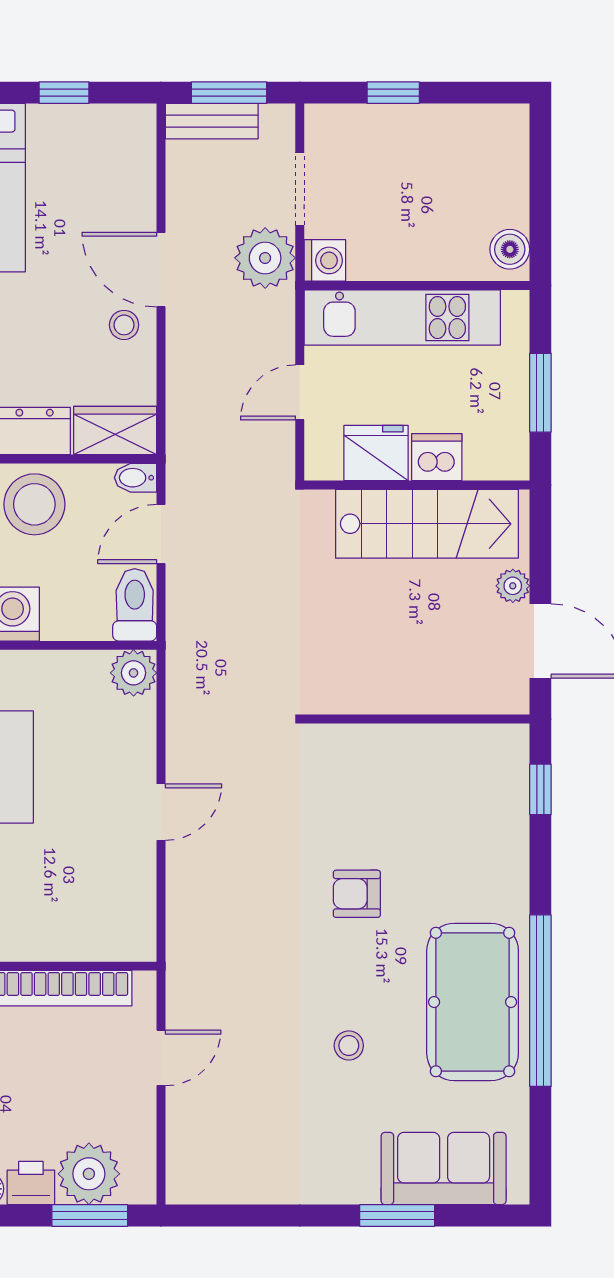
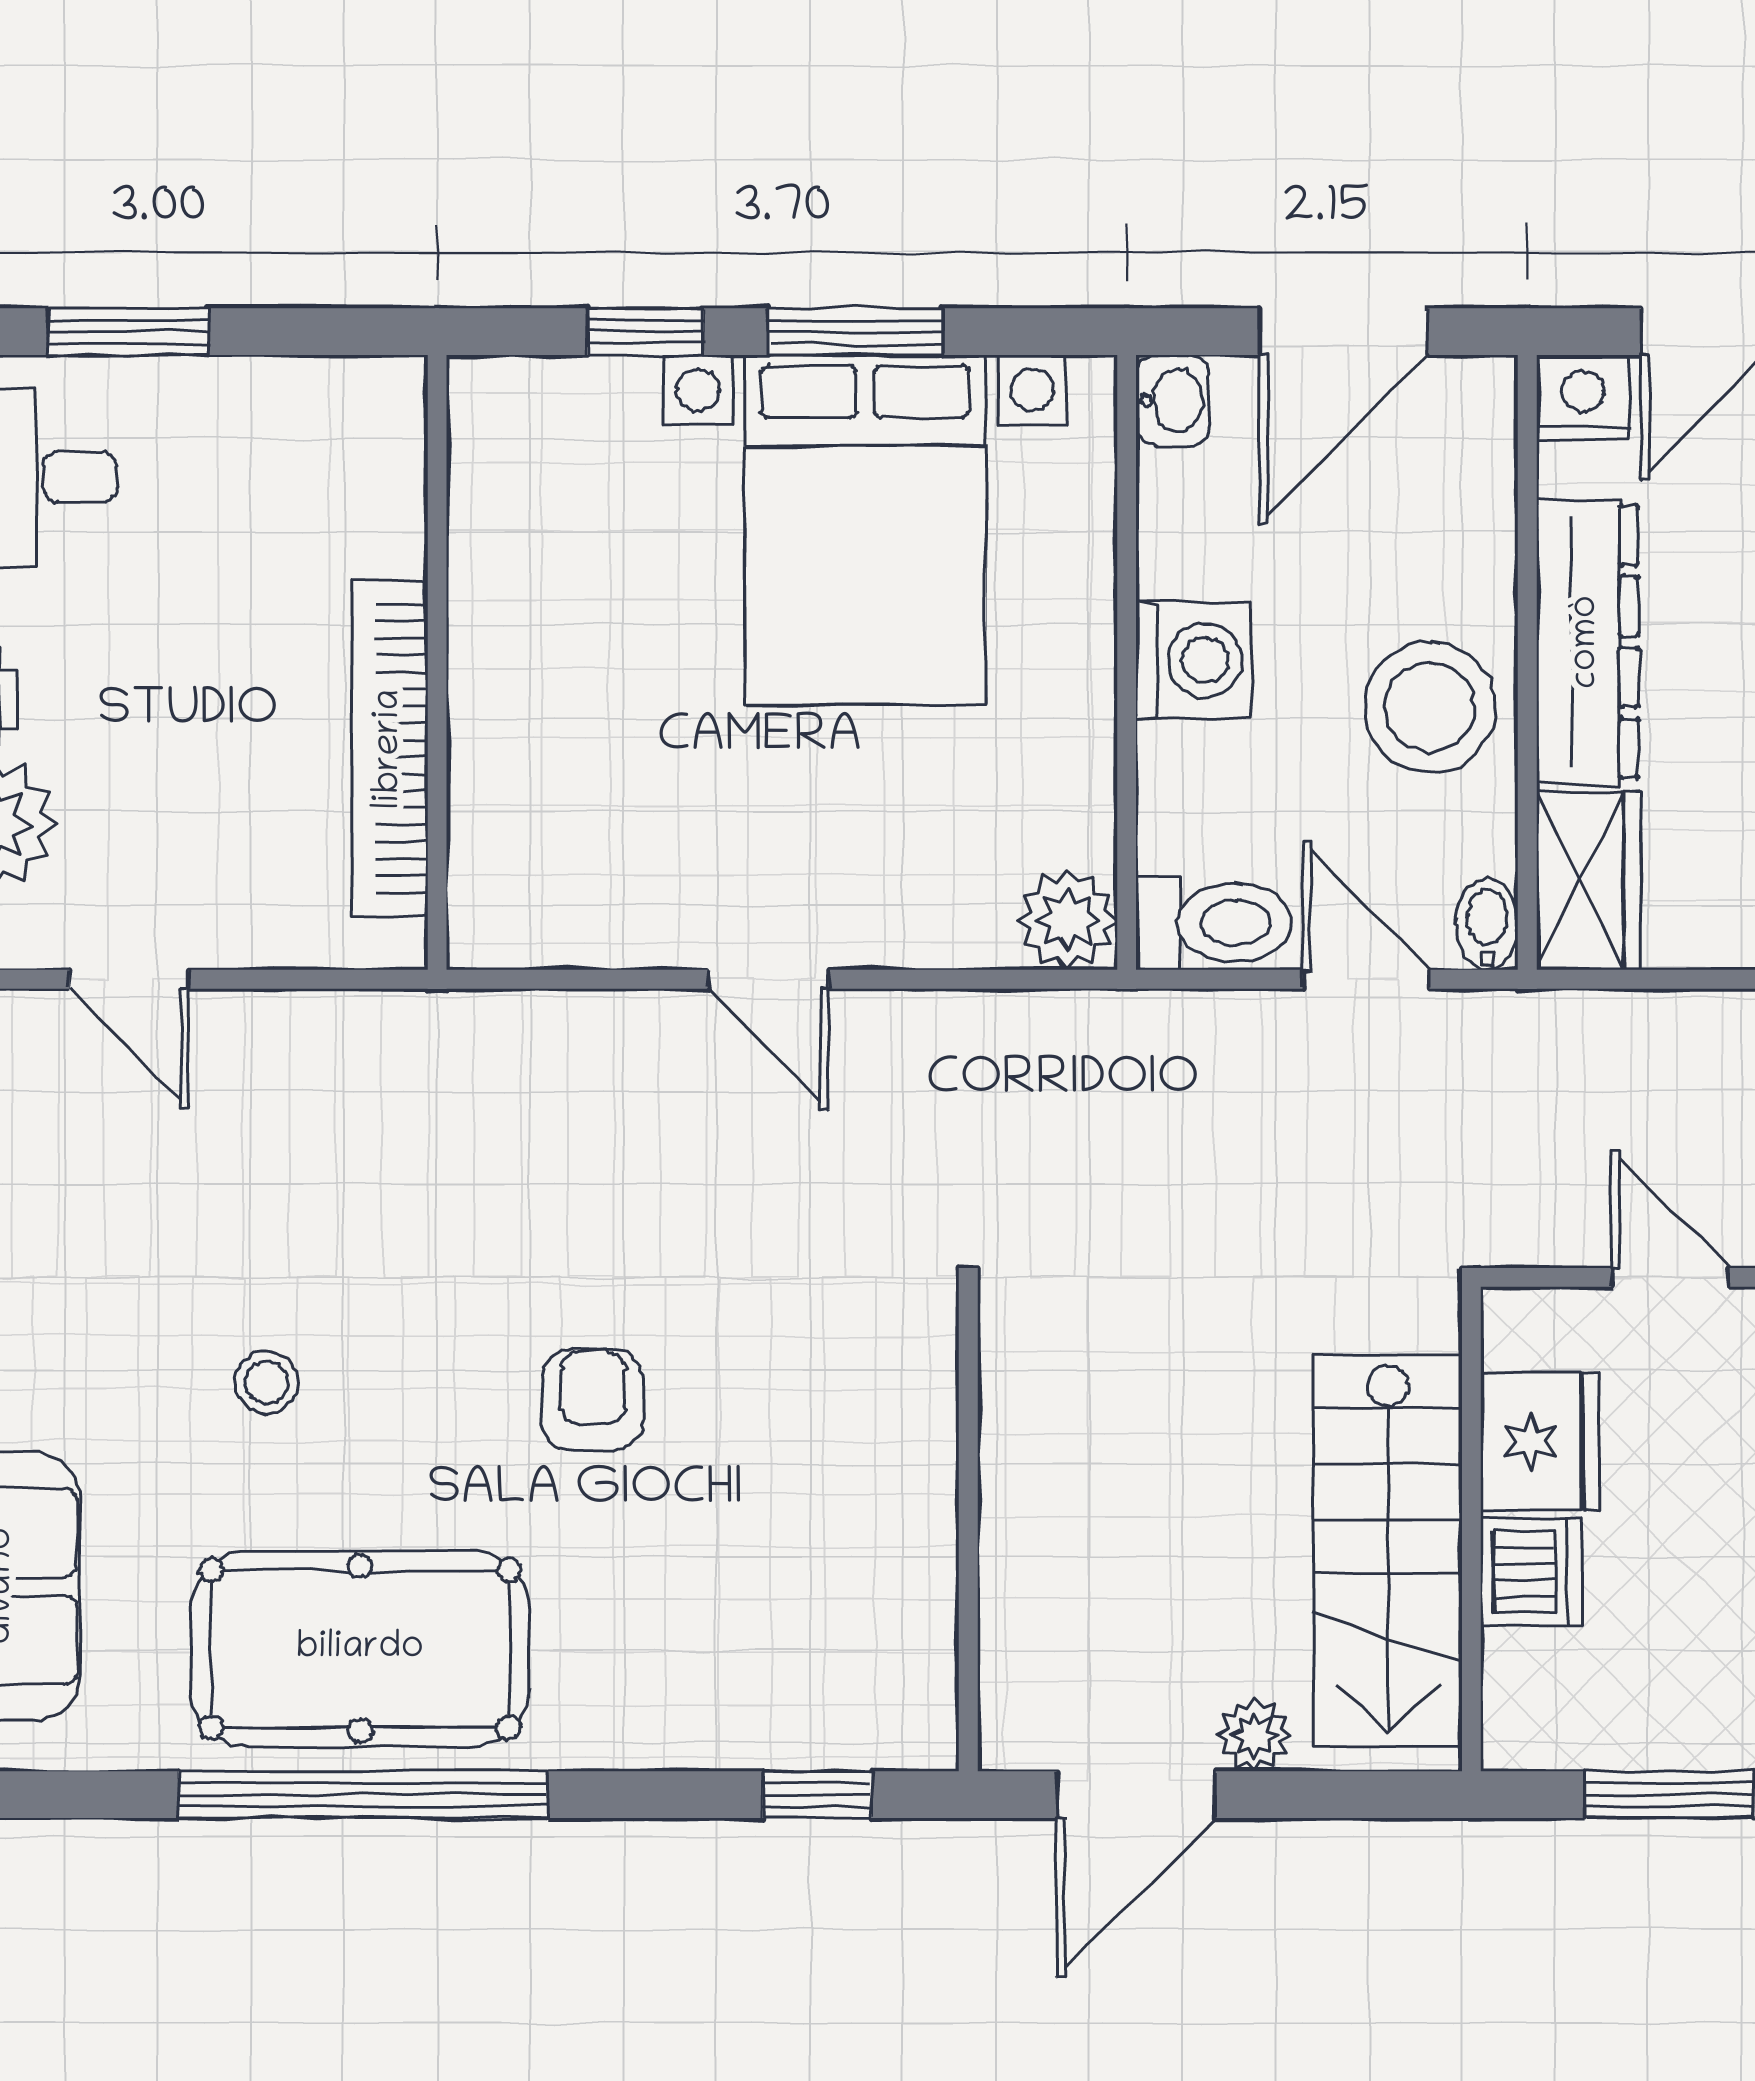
door: (161, 1058) -> (129, 979), moved

